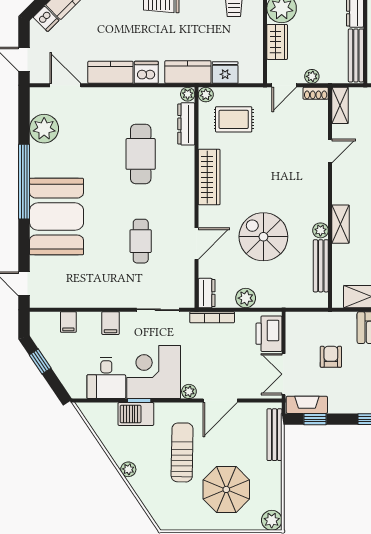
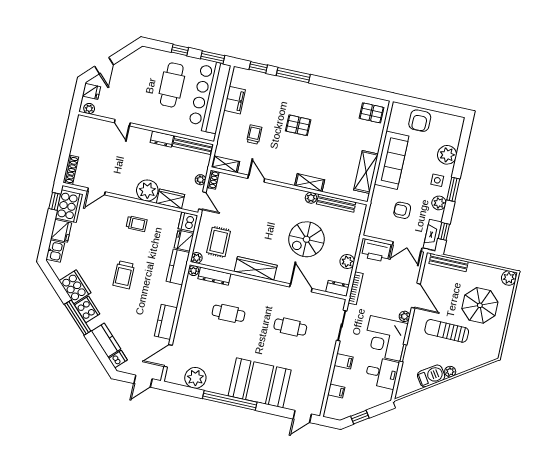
dishwasher: (146, 72) -> (188, 222), moved
cafe table: (141, 154) -> (229, 313), width x0.73, depth x0.74
plant: (352, 404) -> (439, 203), added
barbecue: (136, 414) -> (431, 376), moved, turned -124

